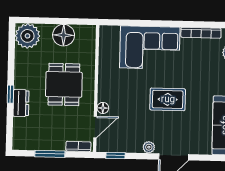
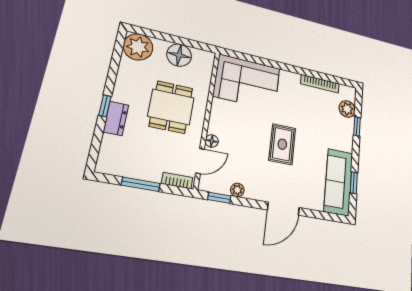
corner sofa: (150, 48) -> (247, 82), moved
rug: (168, 99) -> (282, 144), turned 90
plant: (149, 147) -> (237, 190), moved

